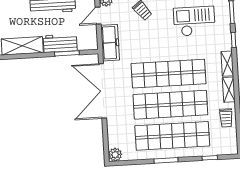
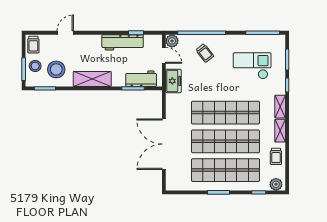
door: (98, 16) -> (164, 55), swing flipped
workbench: (60, 43) -> (141, 79), moved
freezer: (110, 43) -> (173, 81), width x0.71
double door: (103, 91) -> (164, 144), moved
plant: (115, 155) -> (276, 184), moved

